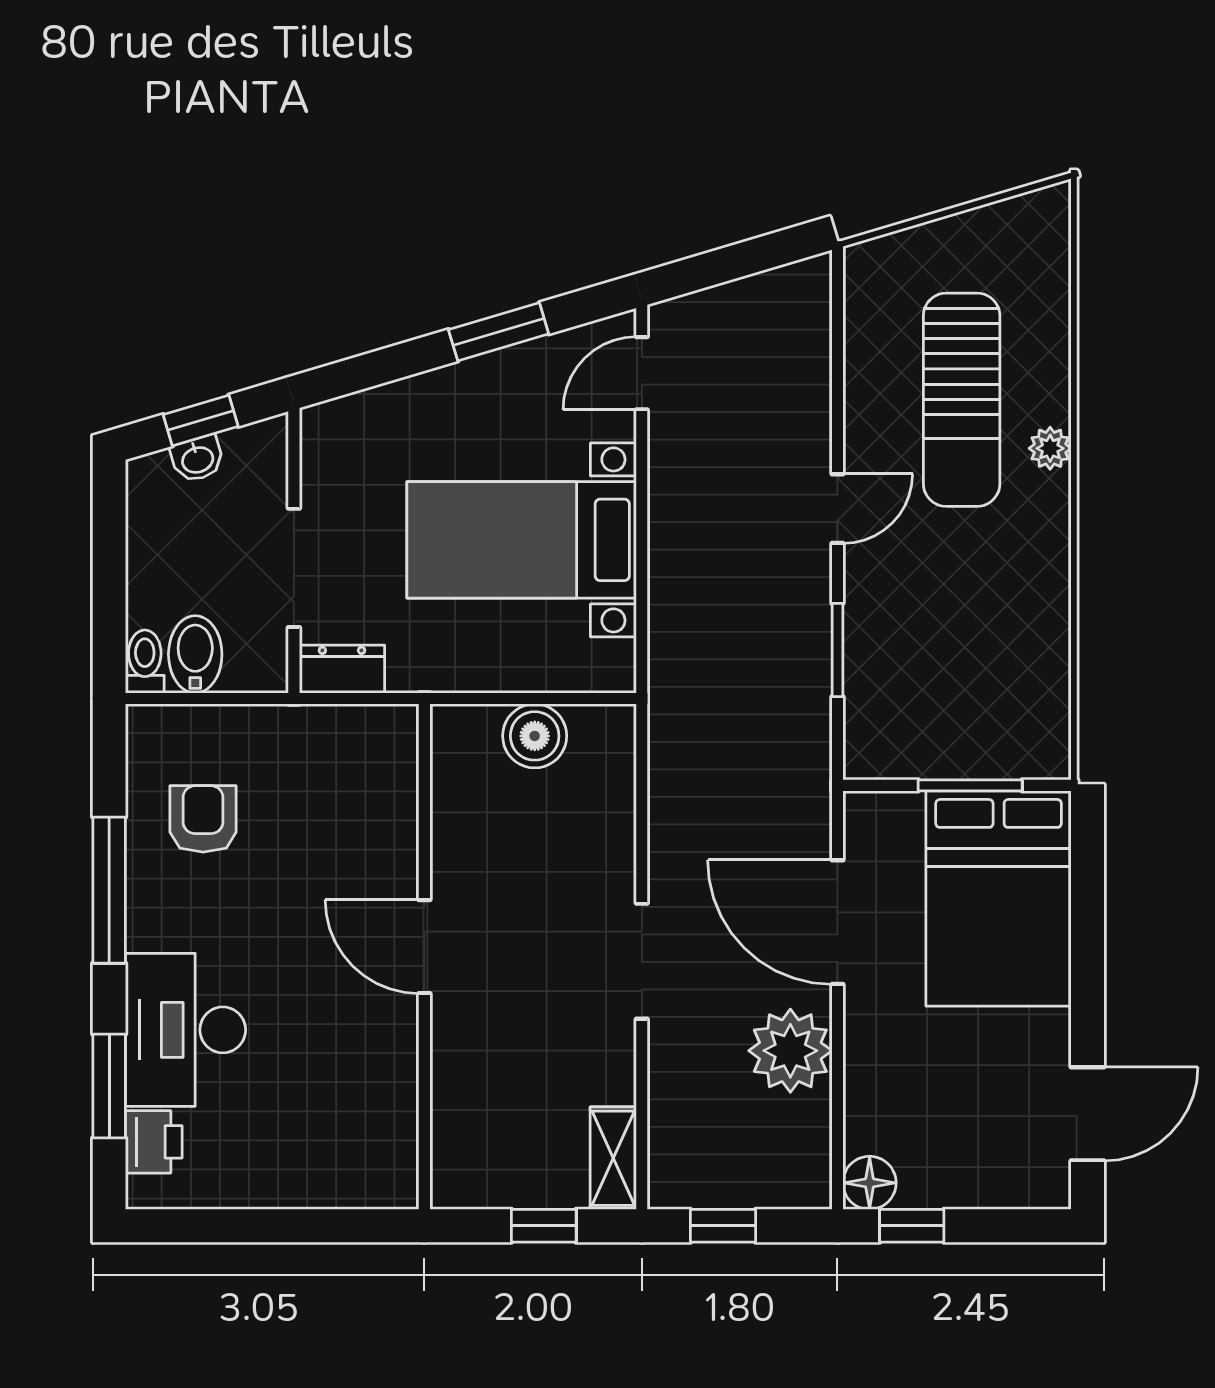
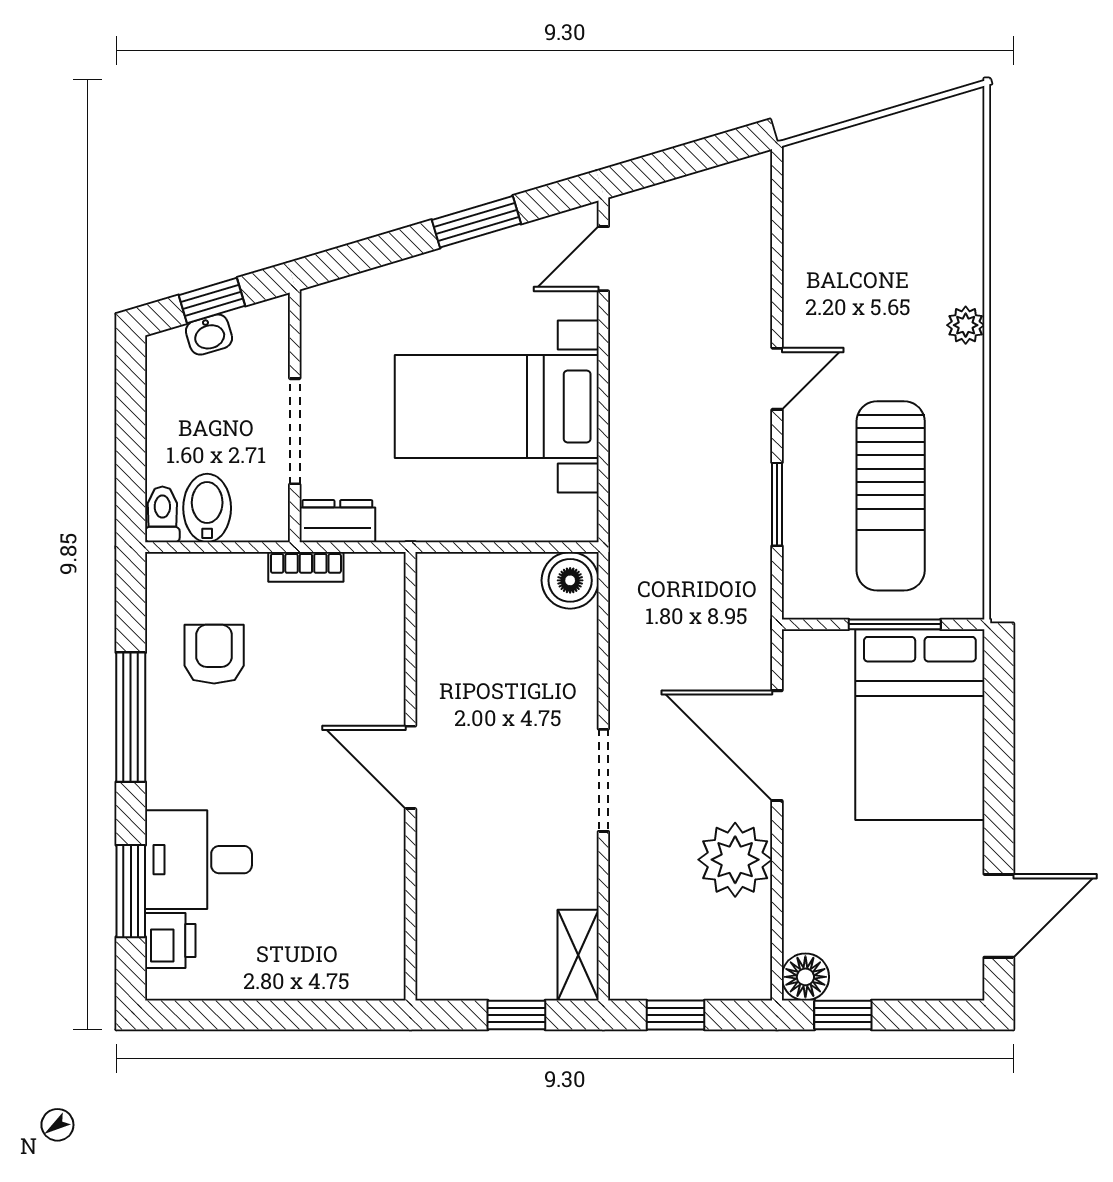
sun lounger: (962, 400) -> (891, 496), moved
bookcase: (307, 721) -> (306, 567), added
boiler: (535, 736) -> (570, 580), moved
desk: (186, 1030) -> (199, 860), width x0.73

